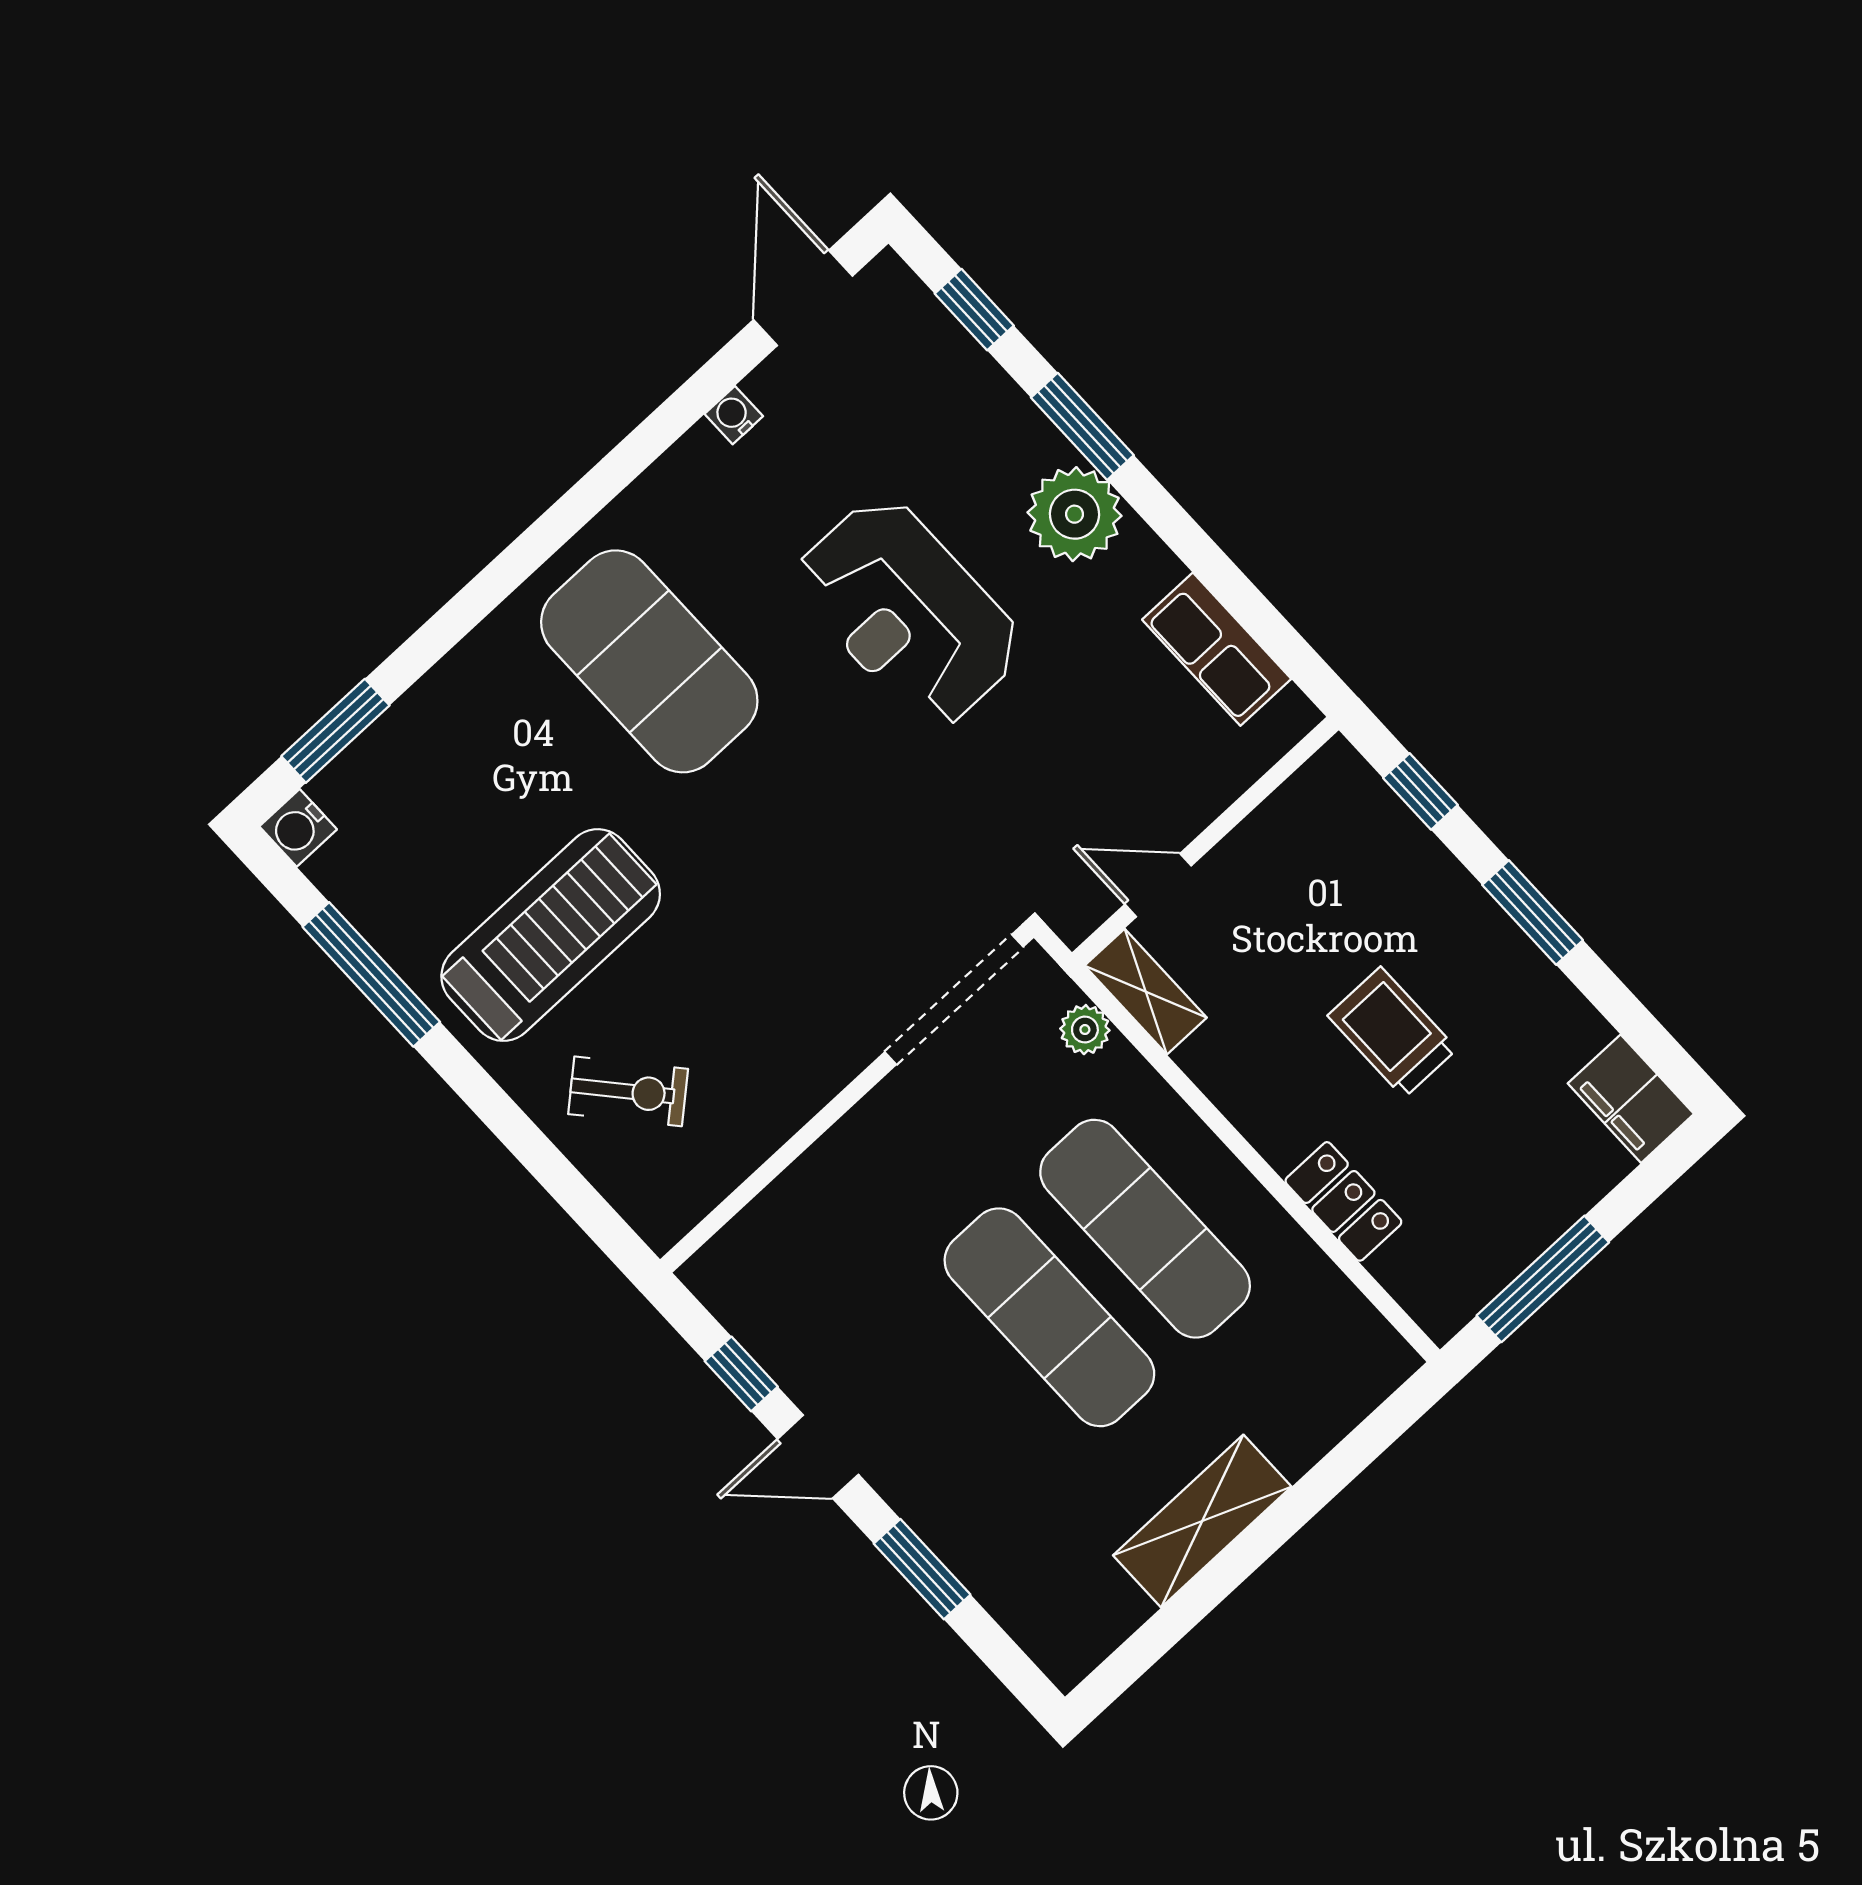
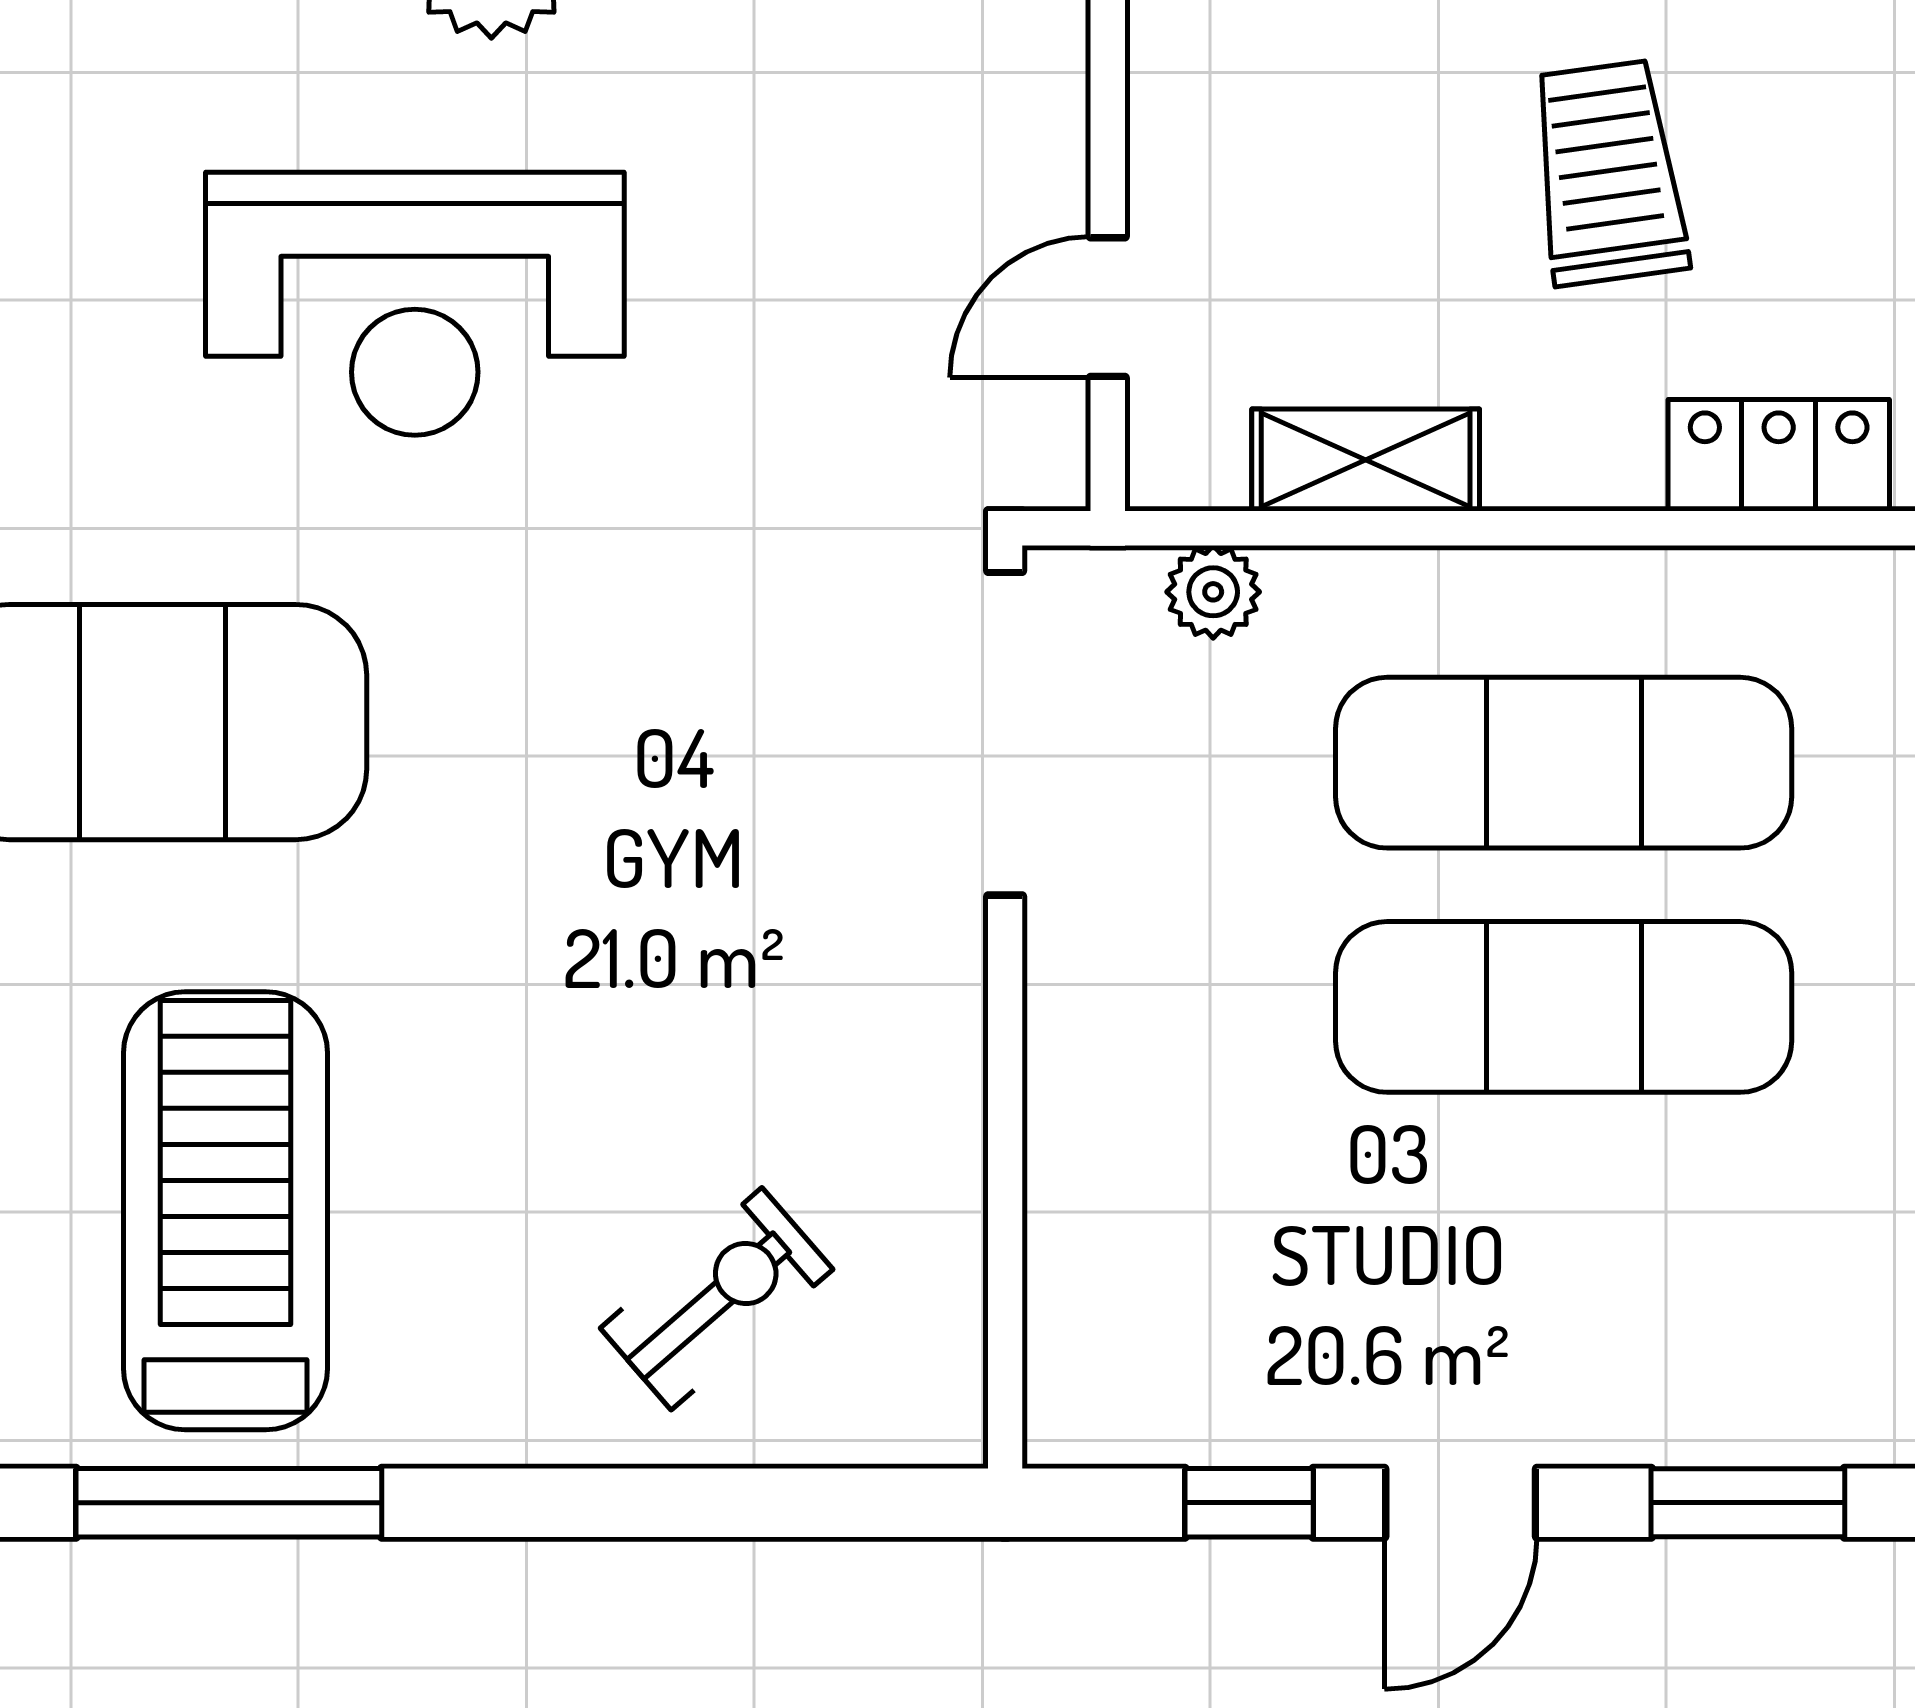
treadmill: (551, 935) -> (225, 1211), moved
shelving: (1146, 992) -> (1366, 460), moved
trolley: (1392, 1032) -> (1608, 173), turned 82

